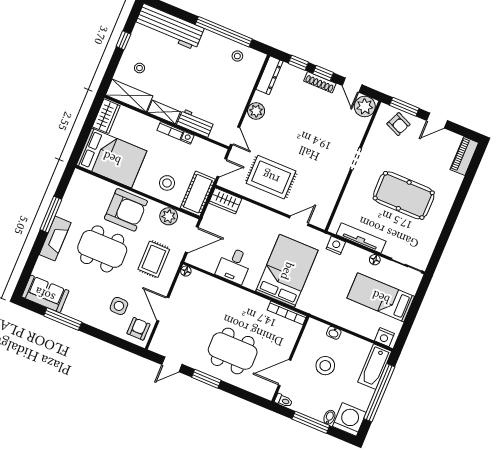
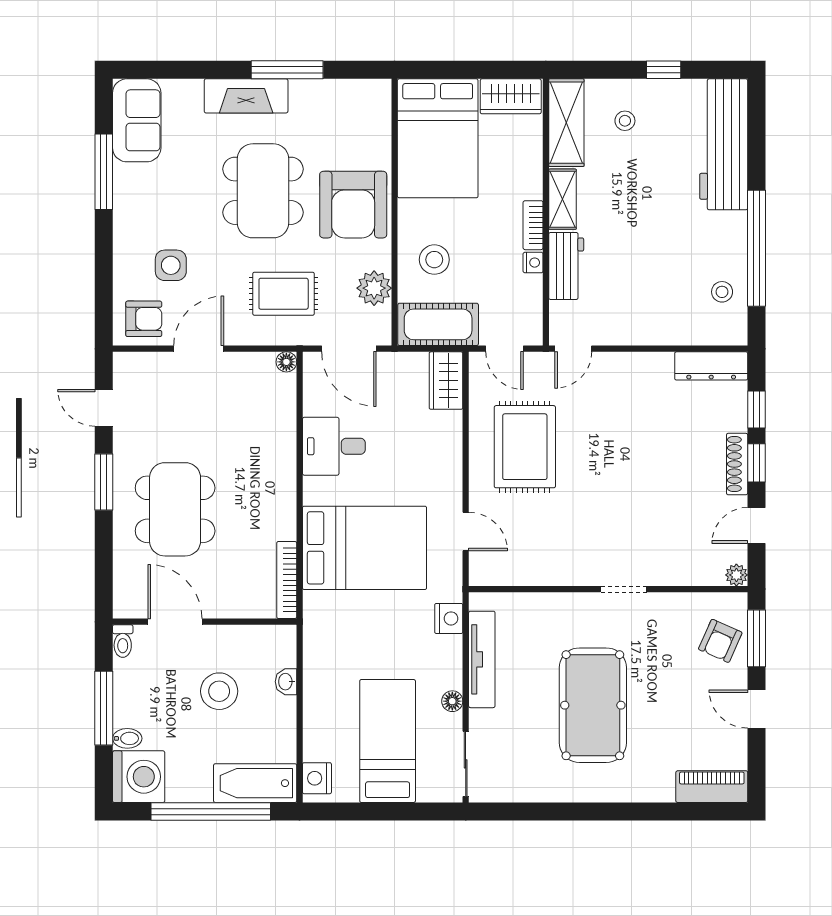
plant: (365, 107) -> (736, 575), width x0.53, depth x0.53
plant: (256, 111) -> (635, 368), removed

